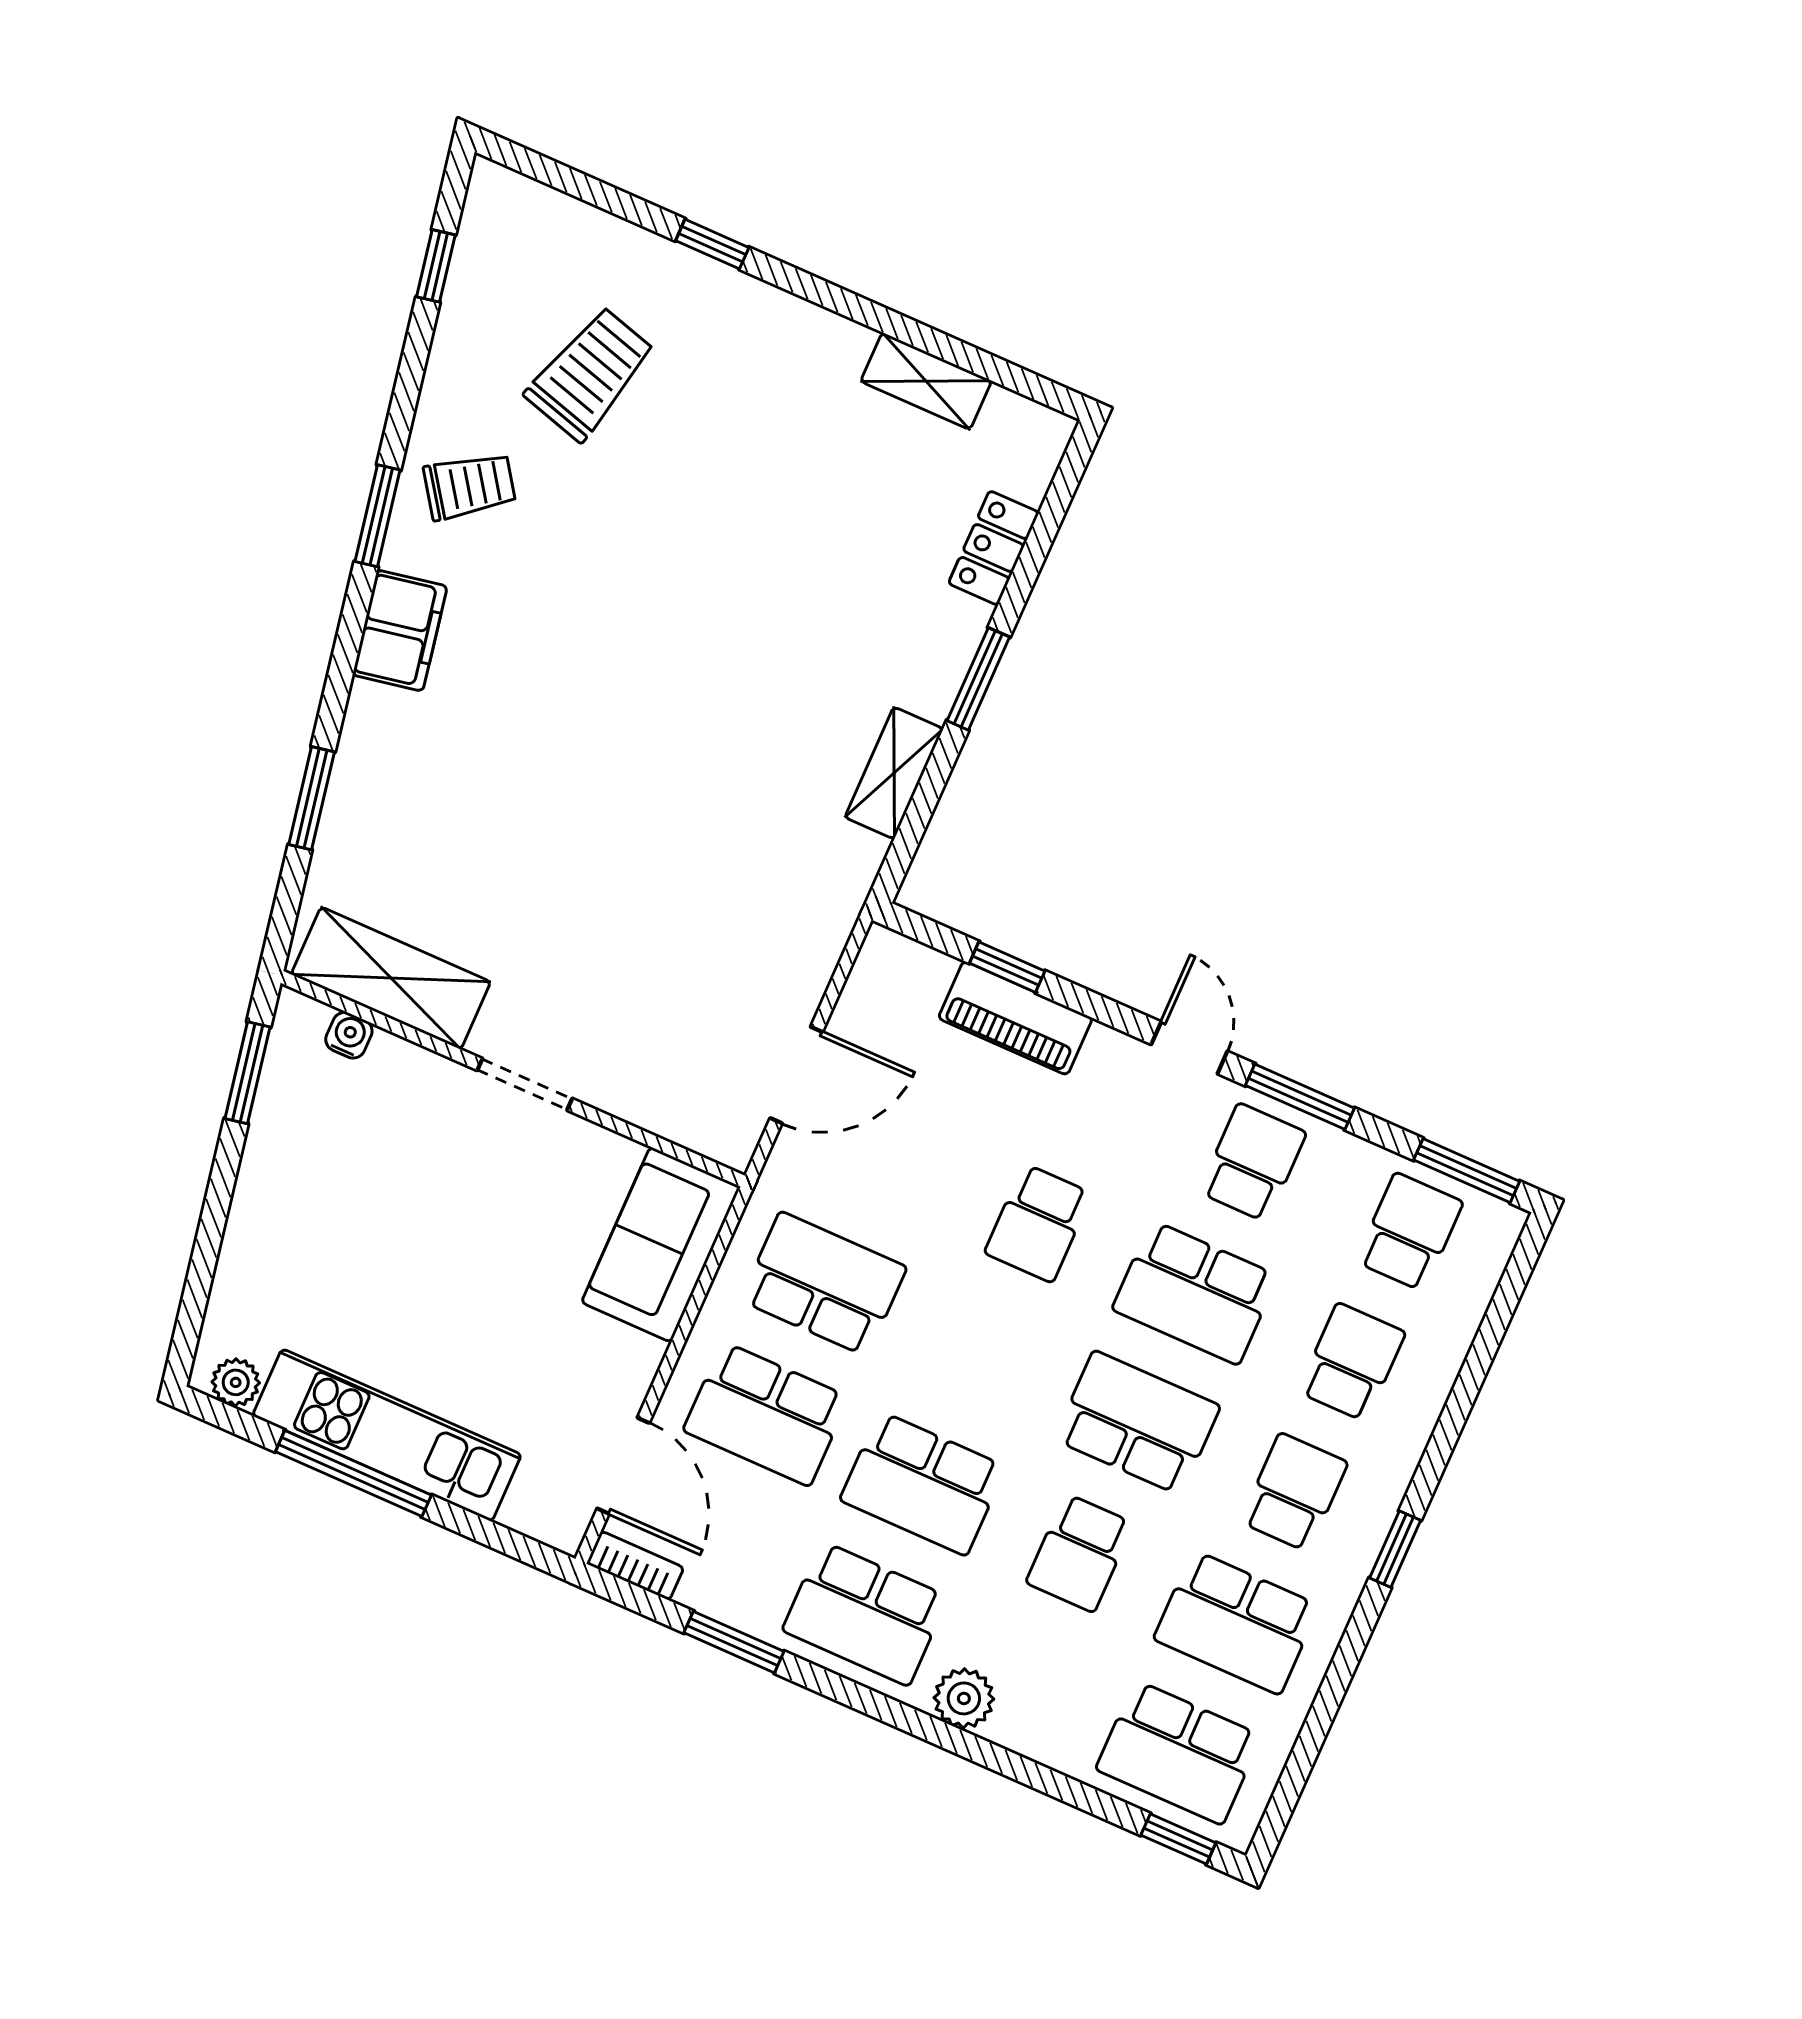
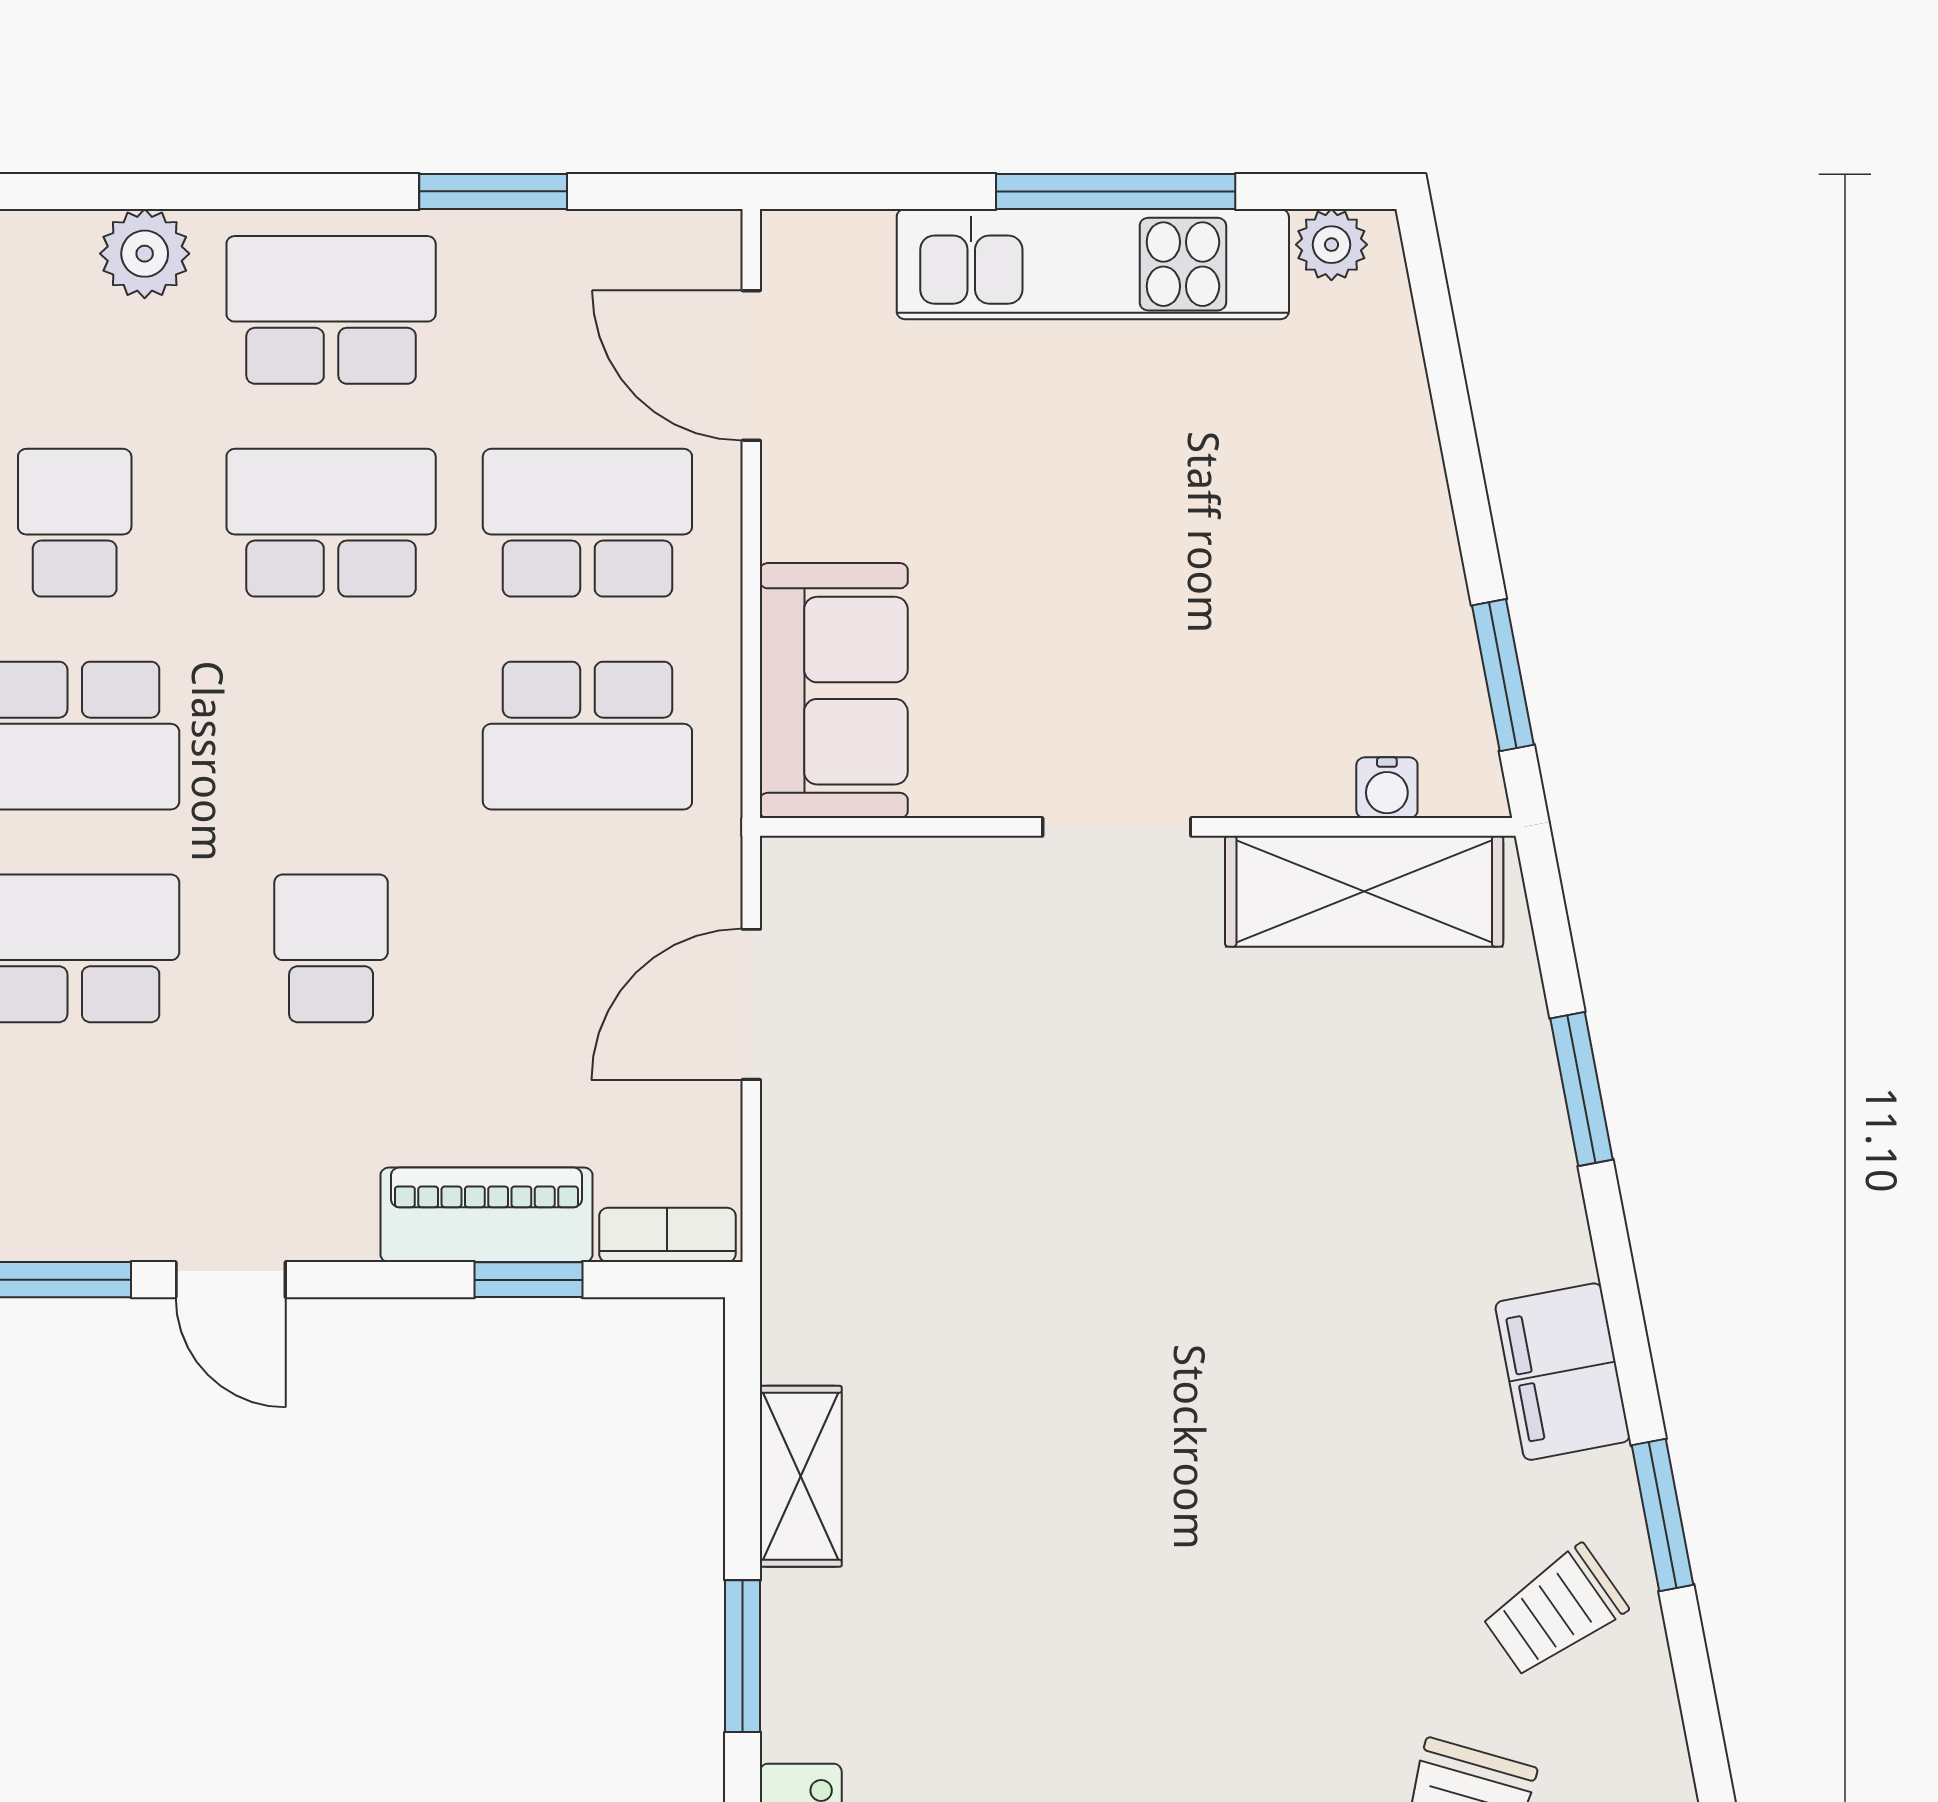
school desk: (1253, 1162) -> (75, 1161), removed
bookcase: (635, 1566) -> (667, 1235), moved, turned 180

